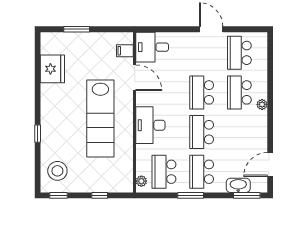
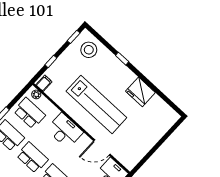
window: (77, 29) -> (163, 140), removed
filing cabinet: (125, 51) -> (44, 83), moved
fridge: (52, 69) -> (140, 92), moved
lab bench: (100, 118) -> (96, 104), turned 180

